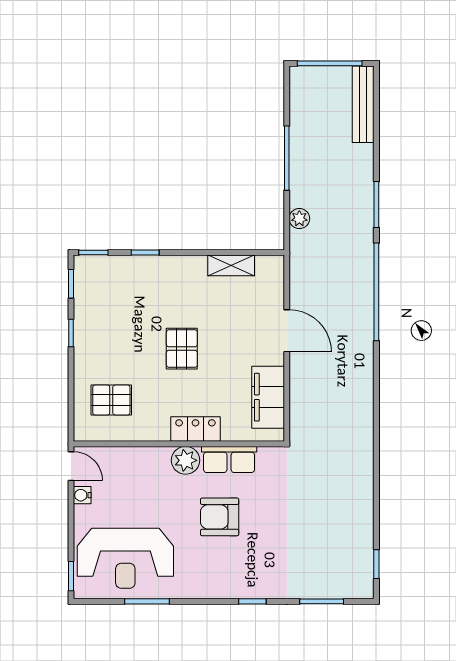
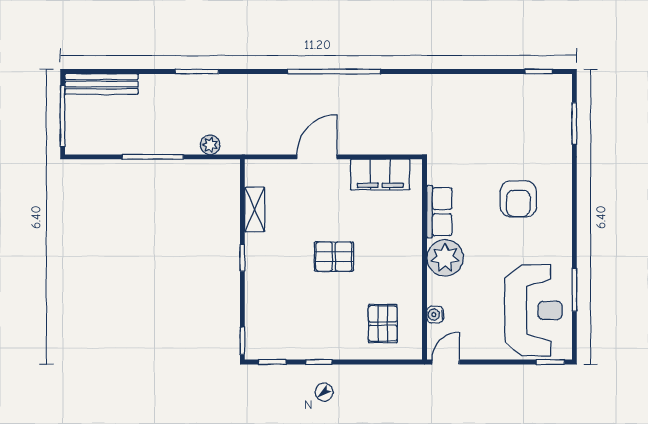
window: (145, 252) -> (242, 258), moved
window: (376, 292) -> (334, 72), moved
locker: (195, 429) -> (410, 244), removed
plant: (186, 460) -> (445, 258), width x1.36, depth x1.36
water cooler: (82, 495) -> (435, 315), moved, turned 90
armchair: (220, 517) -> (518, 199), moved
window: (252, 601) -> (574, 189), removed

